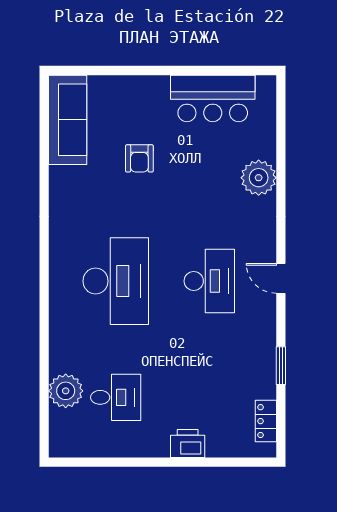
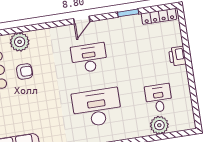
armchair: (139, 158) -> (25, 71), moved
plant: (259, 178) -> (20, 42), moved
locker: (266, 421) -> (159, 16), width x1.53

